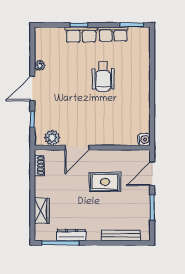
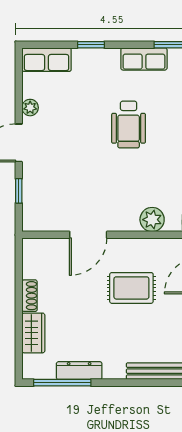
row of seats: (81, 35) -> (47, 60), moved
plant: (52, 138) -> (152, 220), moved
shoe rack: (39, 166) -> (30, 296), moved

